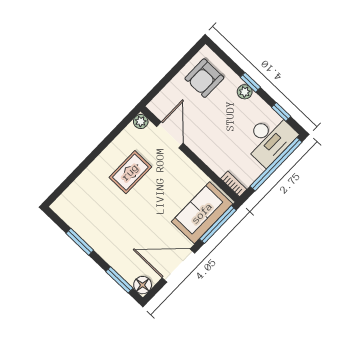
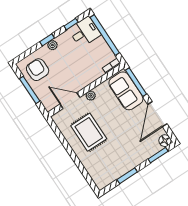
window: (172, 73) -> (30, 90), added
armchair: (204, 78) -> (38, 70), turned 180
plant: (141, 122) -> (91, 96), moved
desk: (269, 139) -> (85, 32), width x0.73
rug: (130, 172) -> (89, 132), width x1.36, depth x1.43

